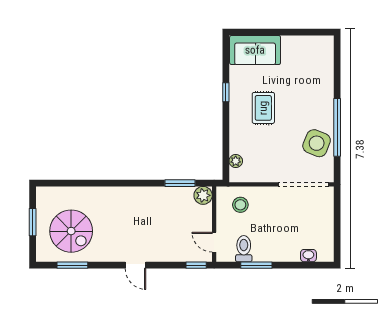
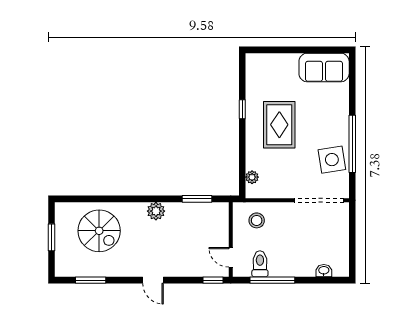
sofa: (255, 50) -> (324, 68), moved
rug: (263, 108) -> (279, 125), width x1.36, depth x1.43
side table: (317, 143) -> (332, 160), turned -31
plant: (203, 195) -> (156, 211), moved
spiral stairs: (71, 231) -> (99, 231), moved
window: (256, 265) -> (272, 280), width x1.44

